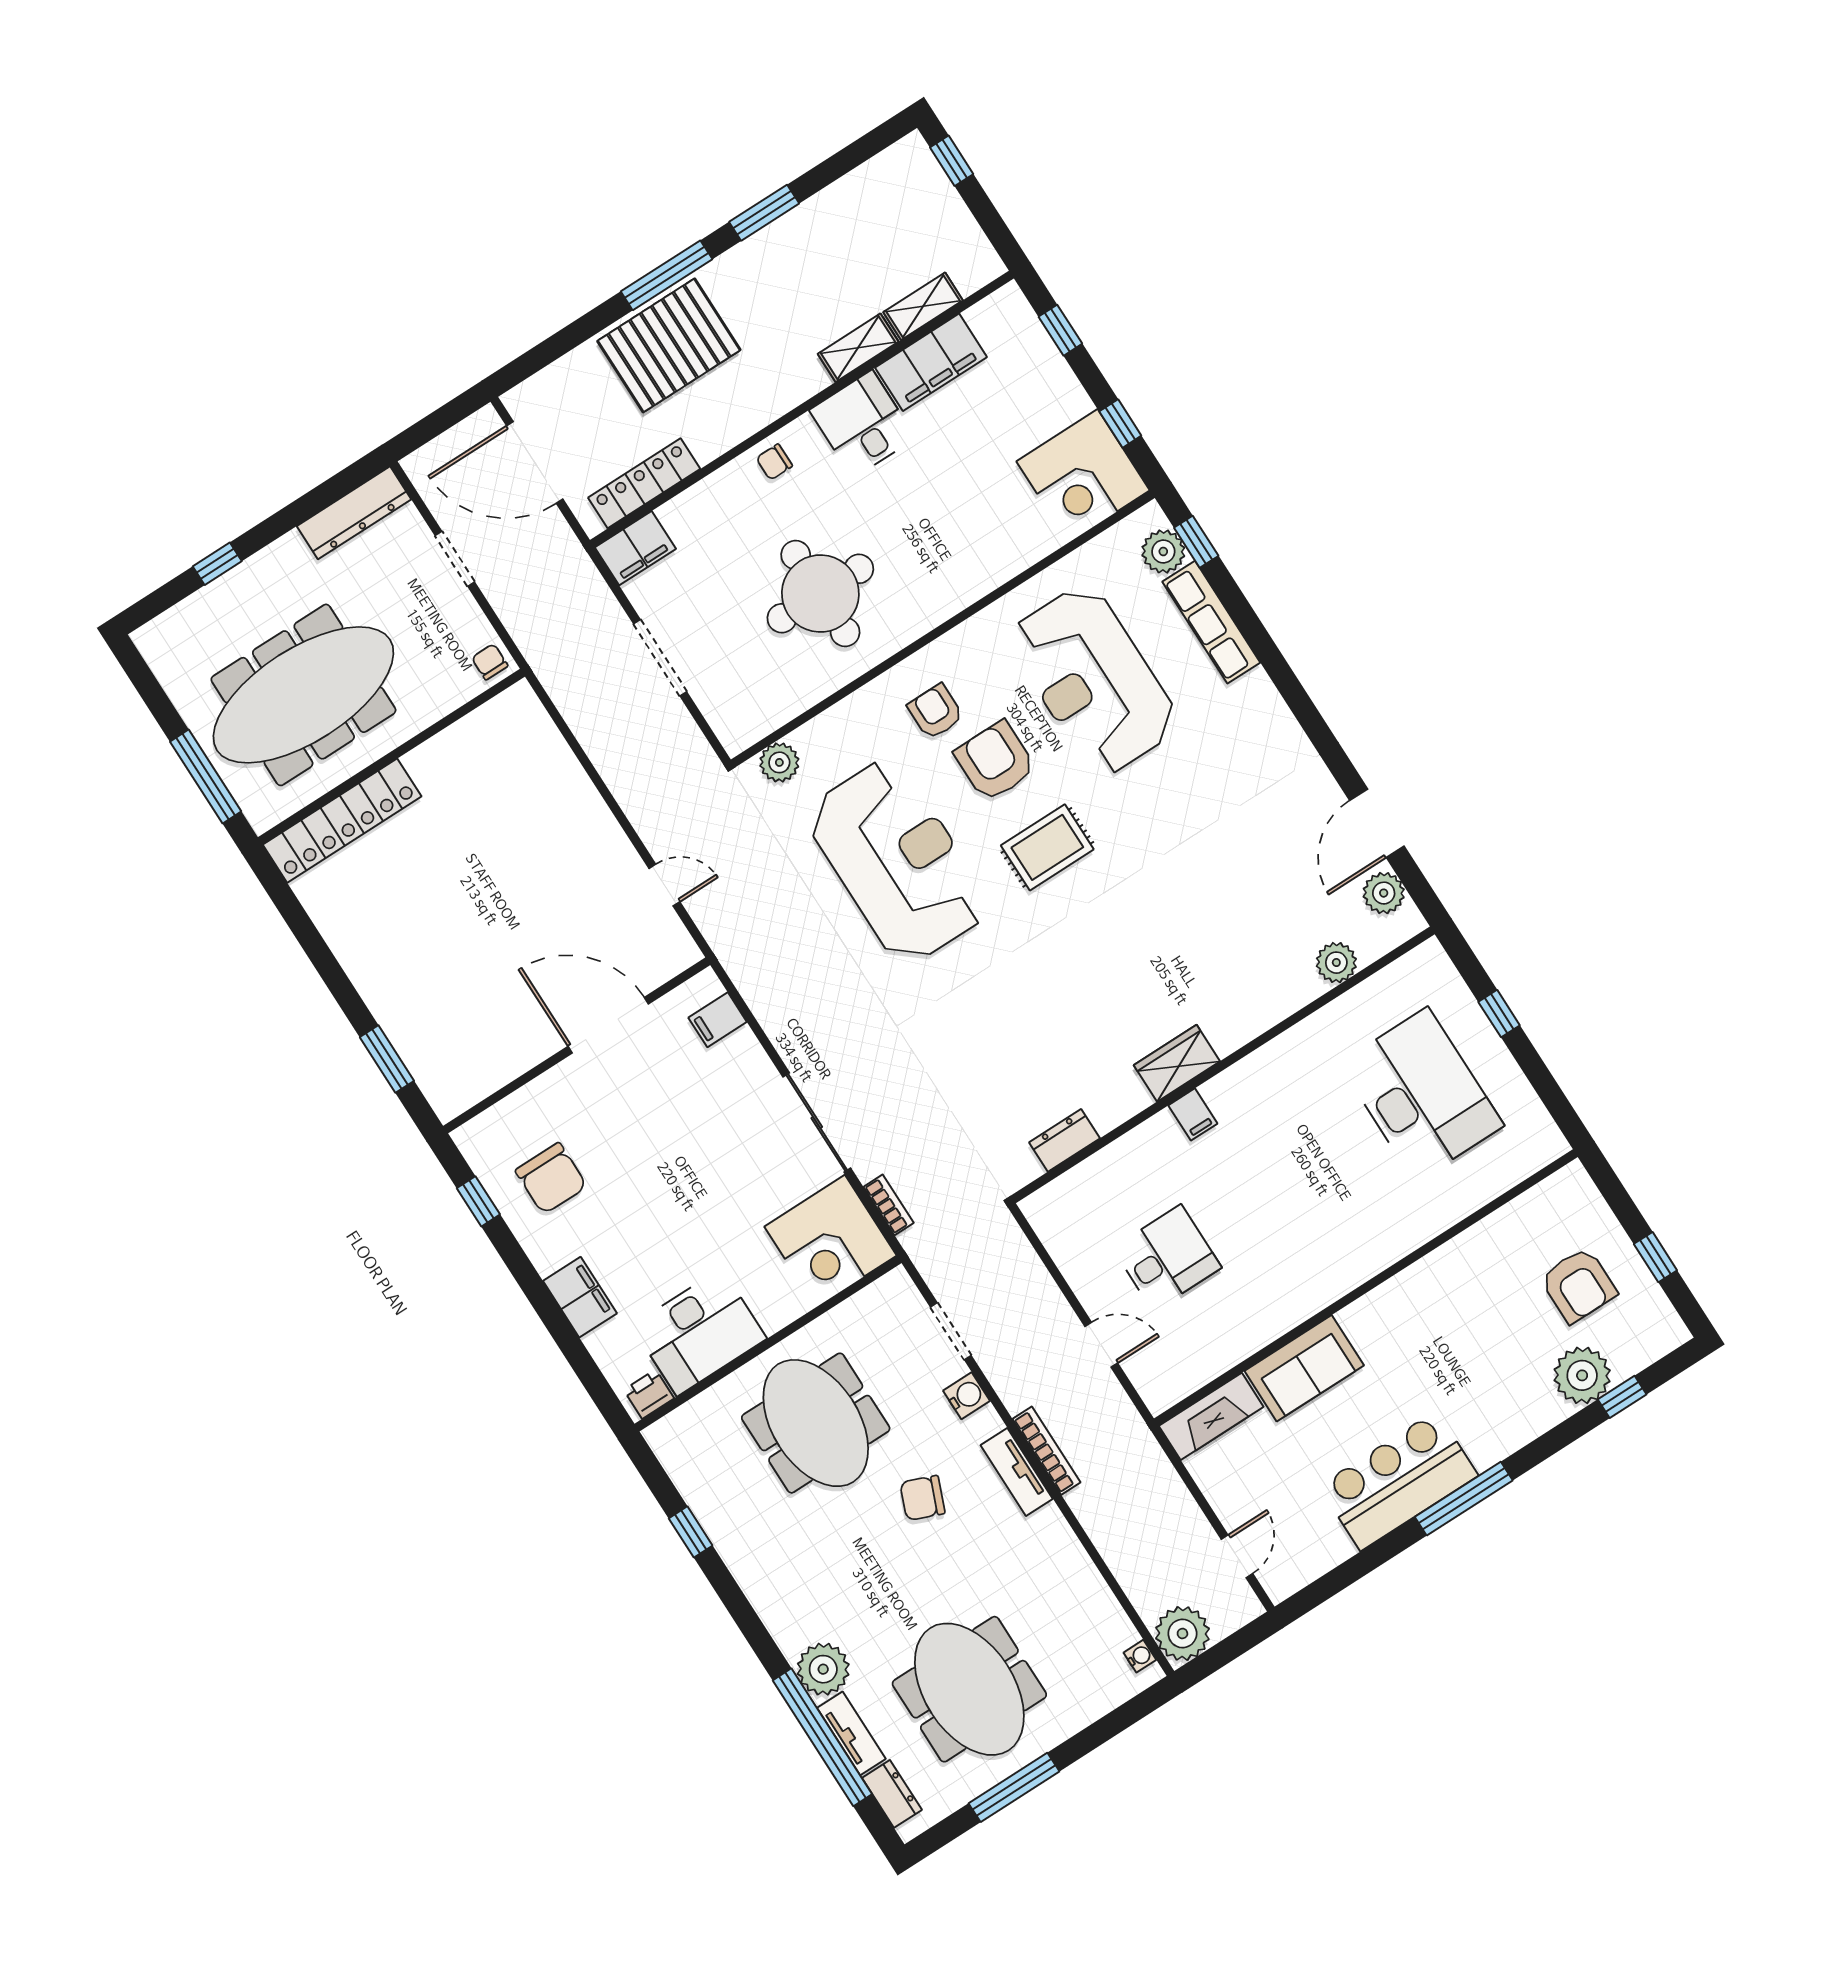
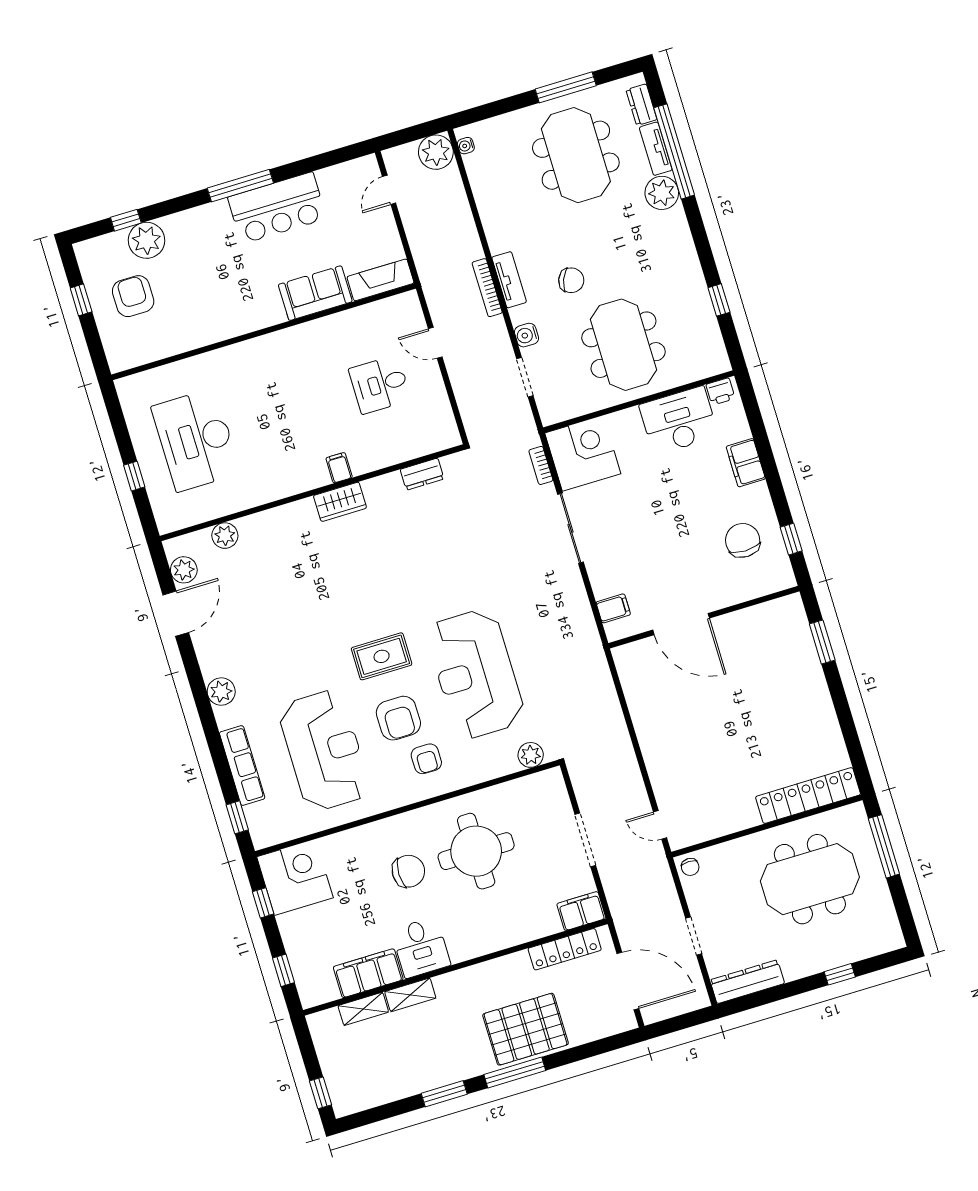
chair: (774, 462) -> (408, 871), moved, width x1.87, depth x1.87
plant: (1163, 551) -> (221, 692), moved
meeting table: (303, 695) -> (810, 879), width x0.73
door: (664, 885) -> (660, 825), moved

